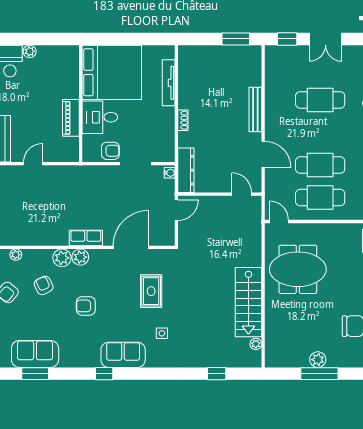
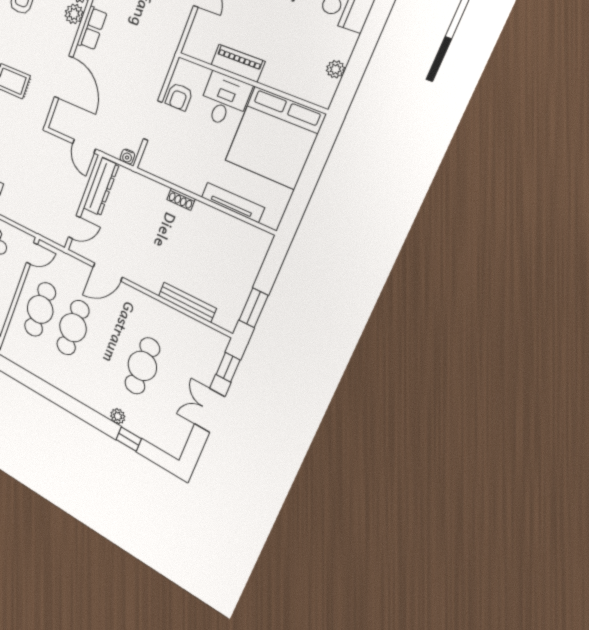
plant: (30, 51) -> (335, 69), moved
bench: (255, 109) -> (187, 302), moved
dresser: (186, 170) -> (101, 187), moved, turned -90

